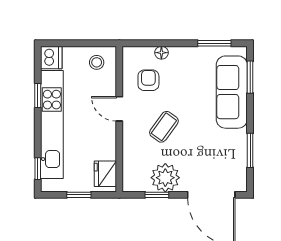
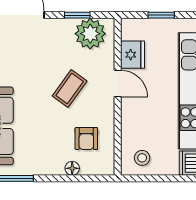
door: (119, 109) -> (118, 84), moved
fridge: (105, 174) -> (133, 55), moved
plant: (165, 178) -> (90, 34), moved

